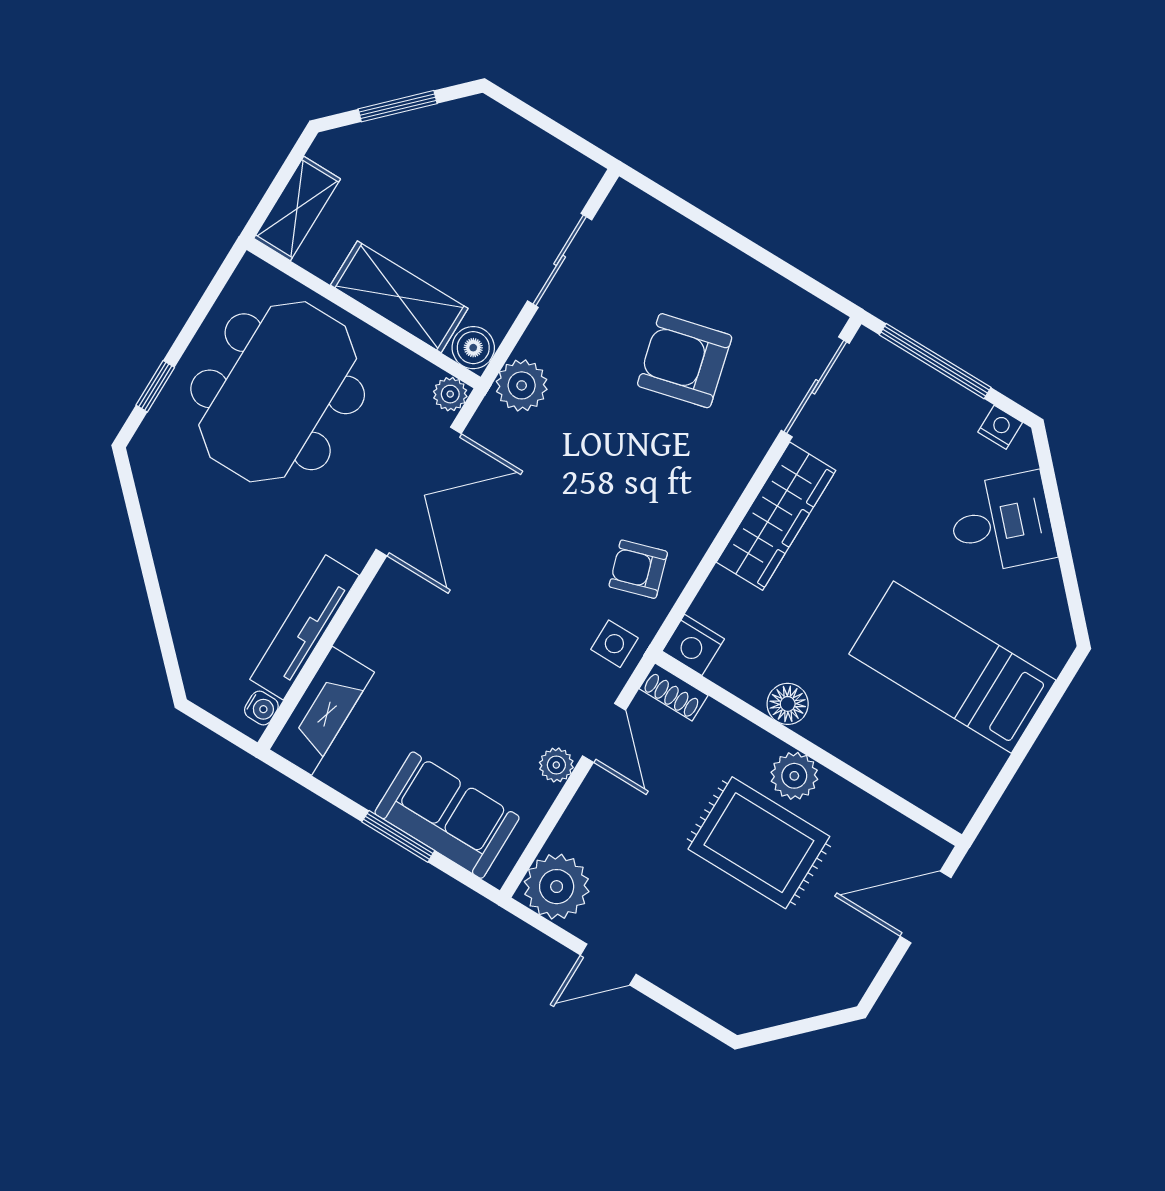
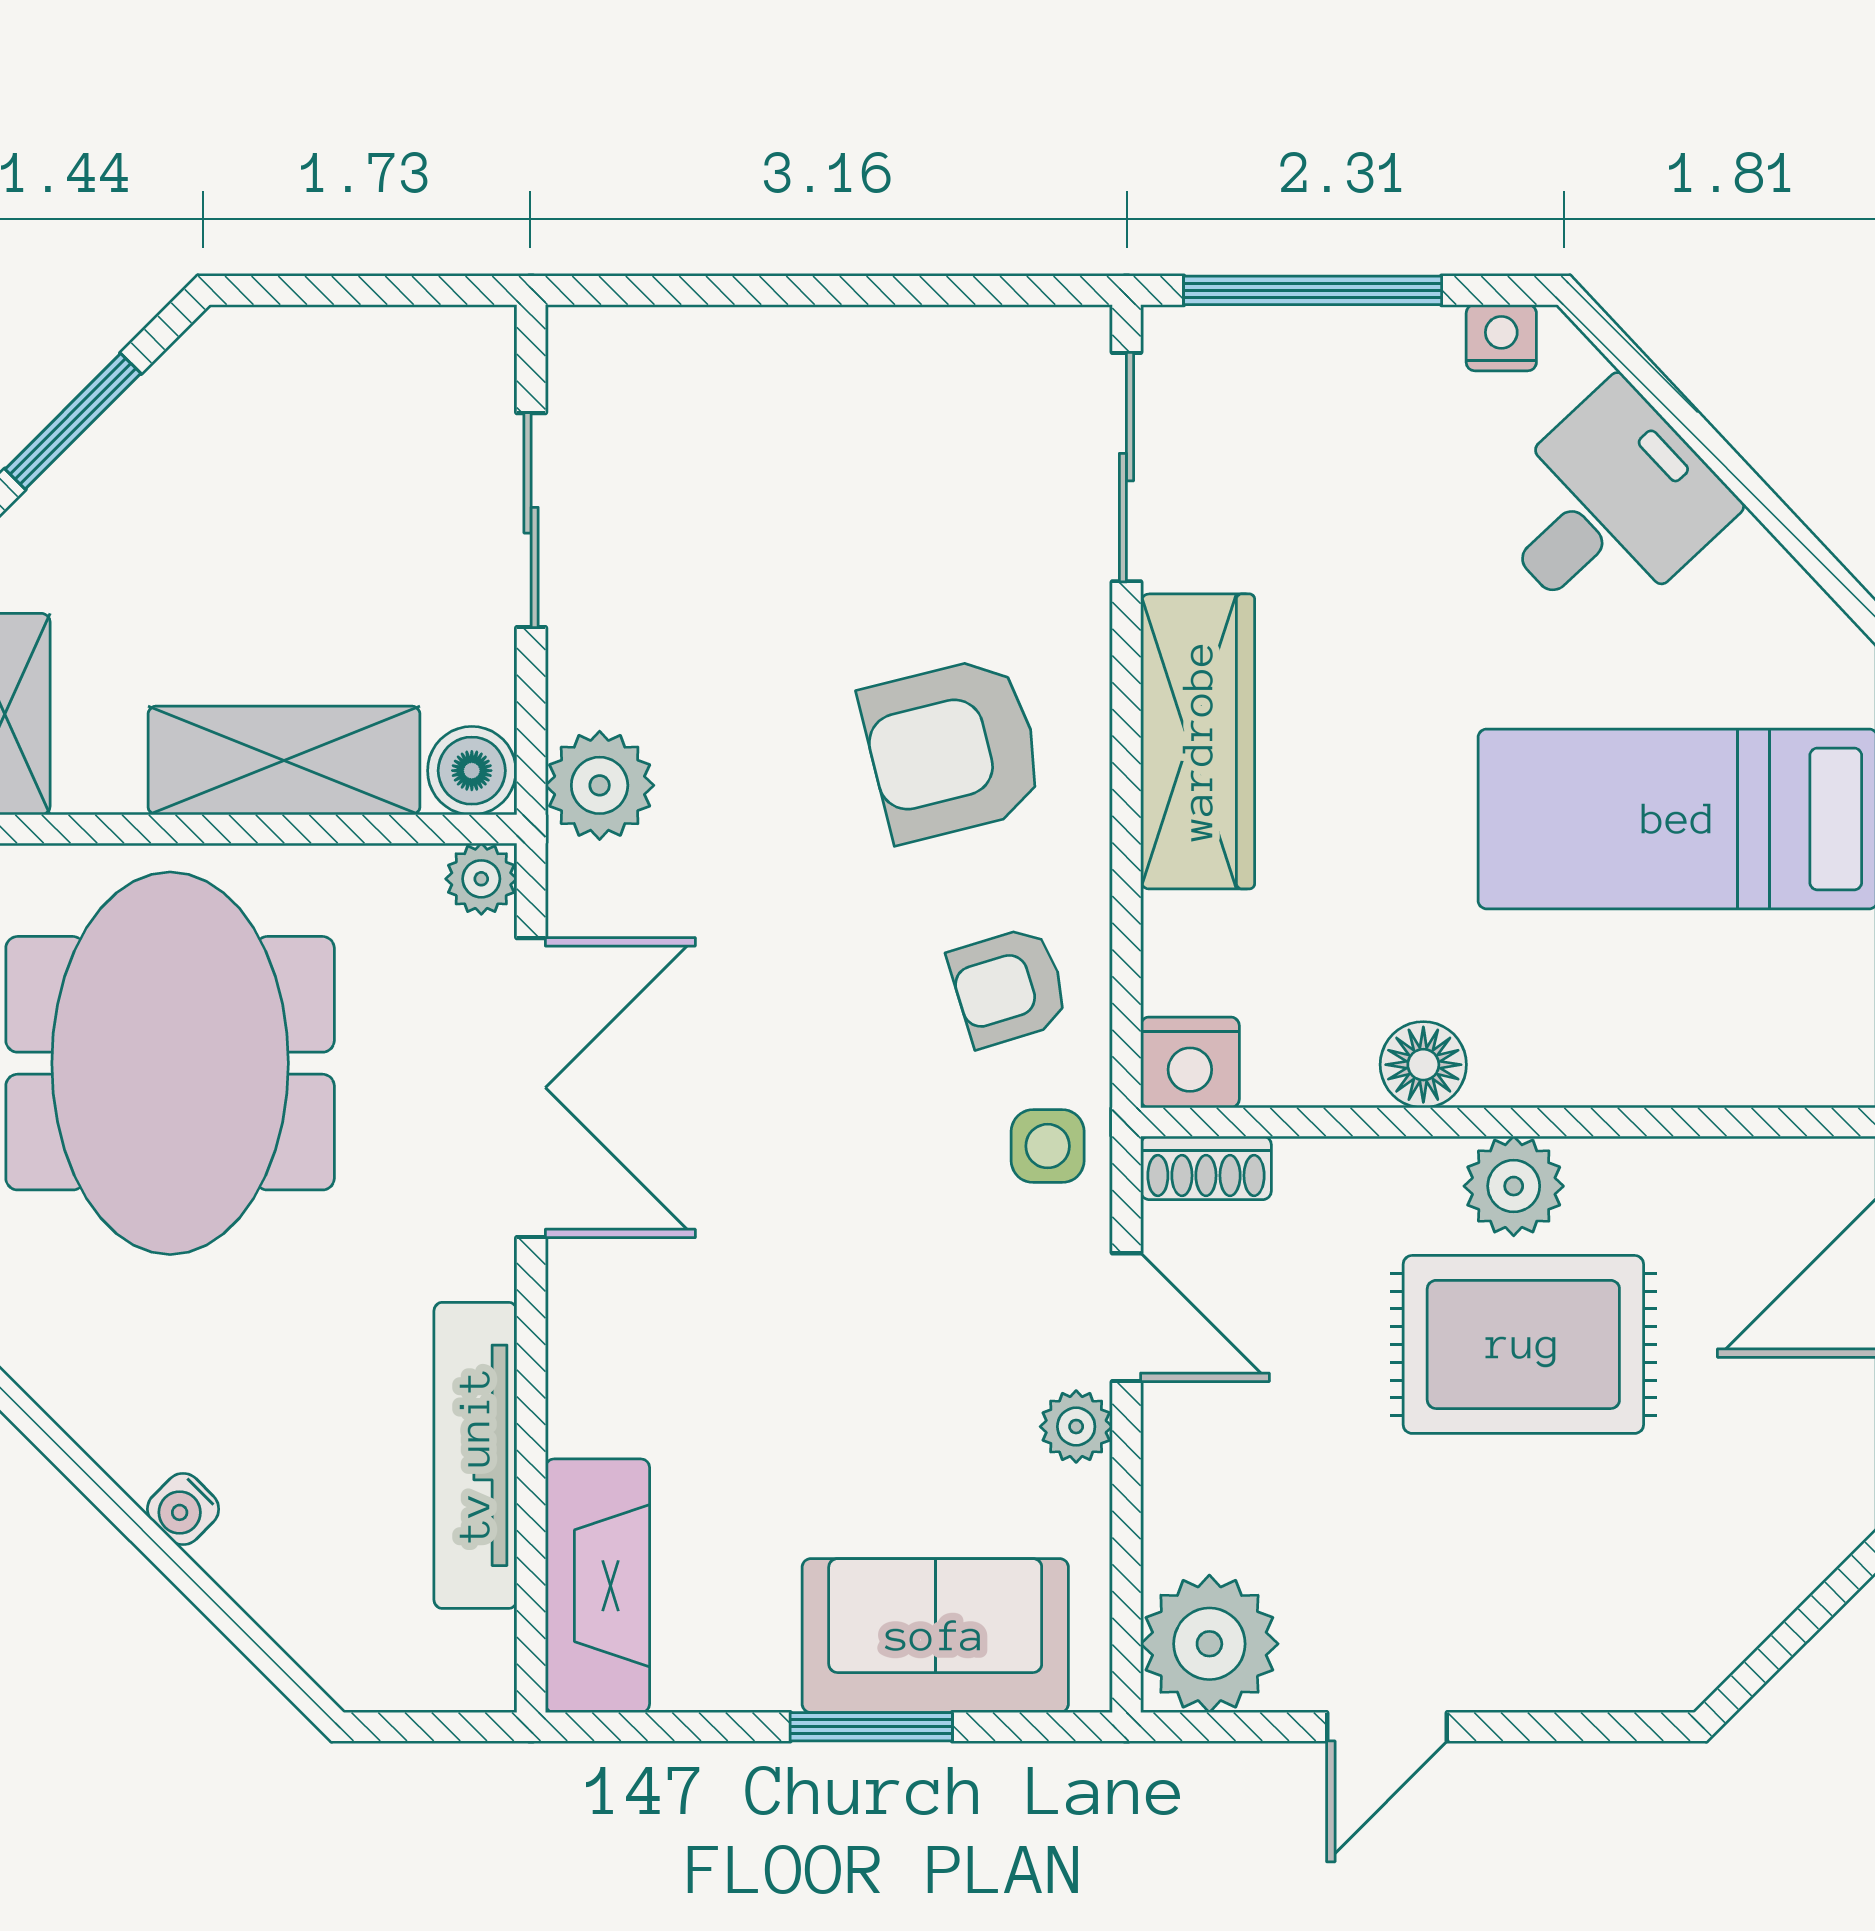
armchair: (685, 361) -> (953, 749), moved
water cooler: (261, 708) -> (183, 1509), moved, turned 135

